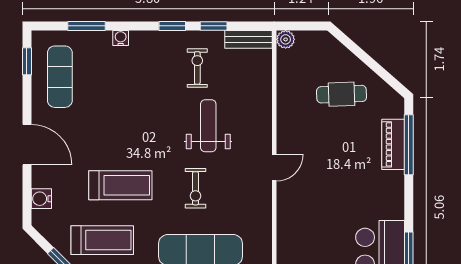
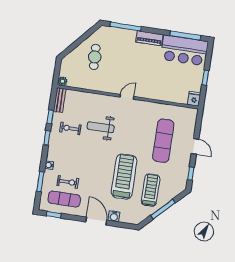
piano: (393, 144) -> (149, 38), moved
door: (27, 145) -> (96, 221), hinge flipped
door: (274, 168) -> (127, 97), hinge flipped
treadmill: (120, 185) -> (124, 177), width x1.37, depth x1.38
exercise bike: (195, 188) -> (68, 182), moved
water cooler: (41, 199) -> (114, 216), moved

